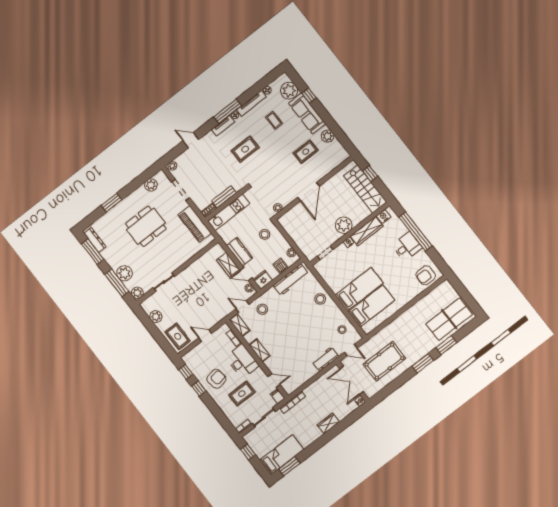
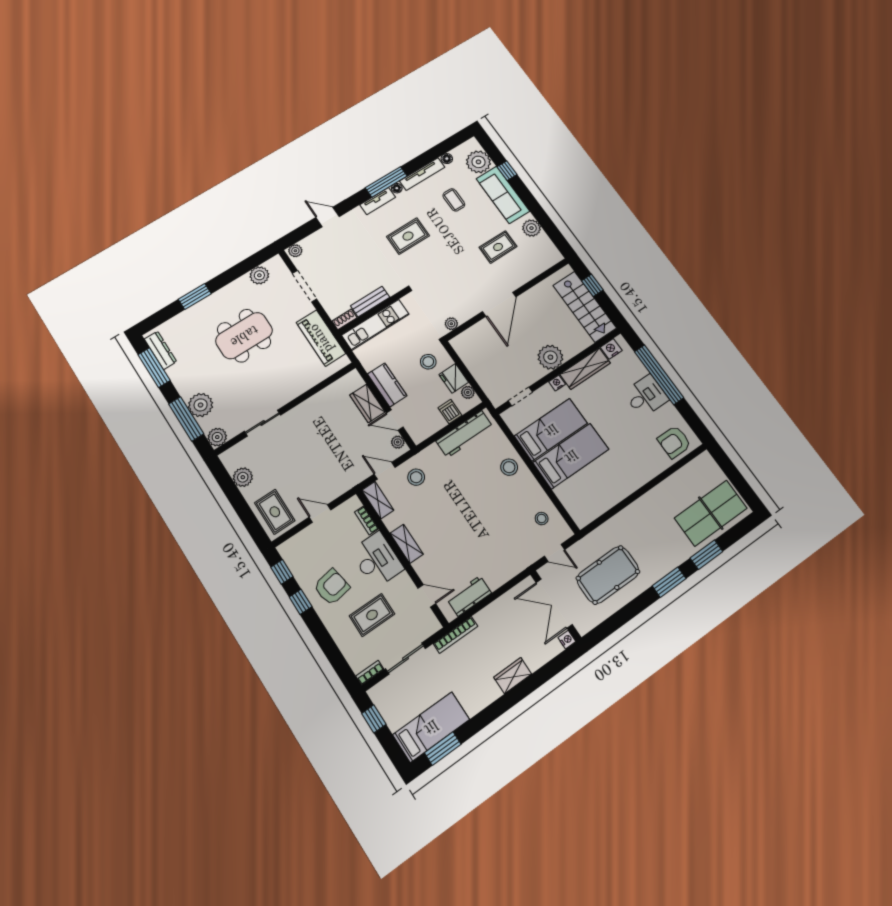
fridge: (263, 280) -> (454, 378), moved, turned -90
bed: (371, 306) -> (551, 430), moved
workbench: (325, 359) -> (469, 596), moved
filing cabinet: (278, 396) -> (431, 623), removed

